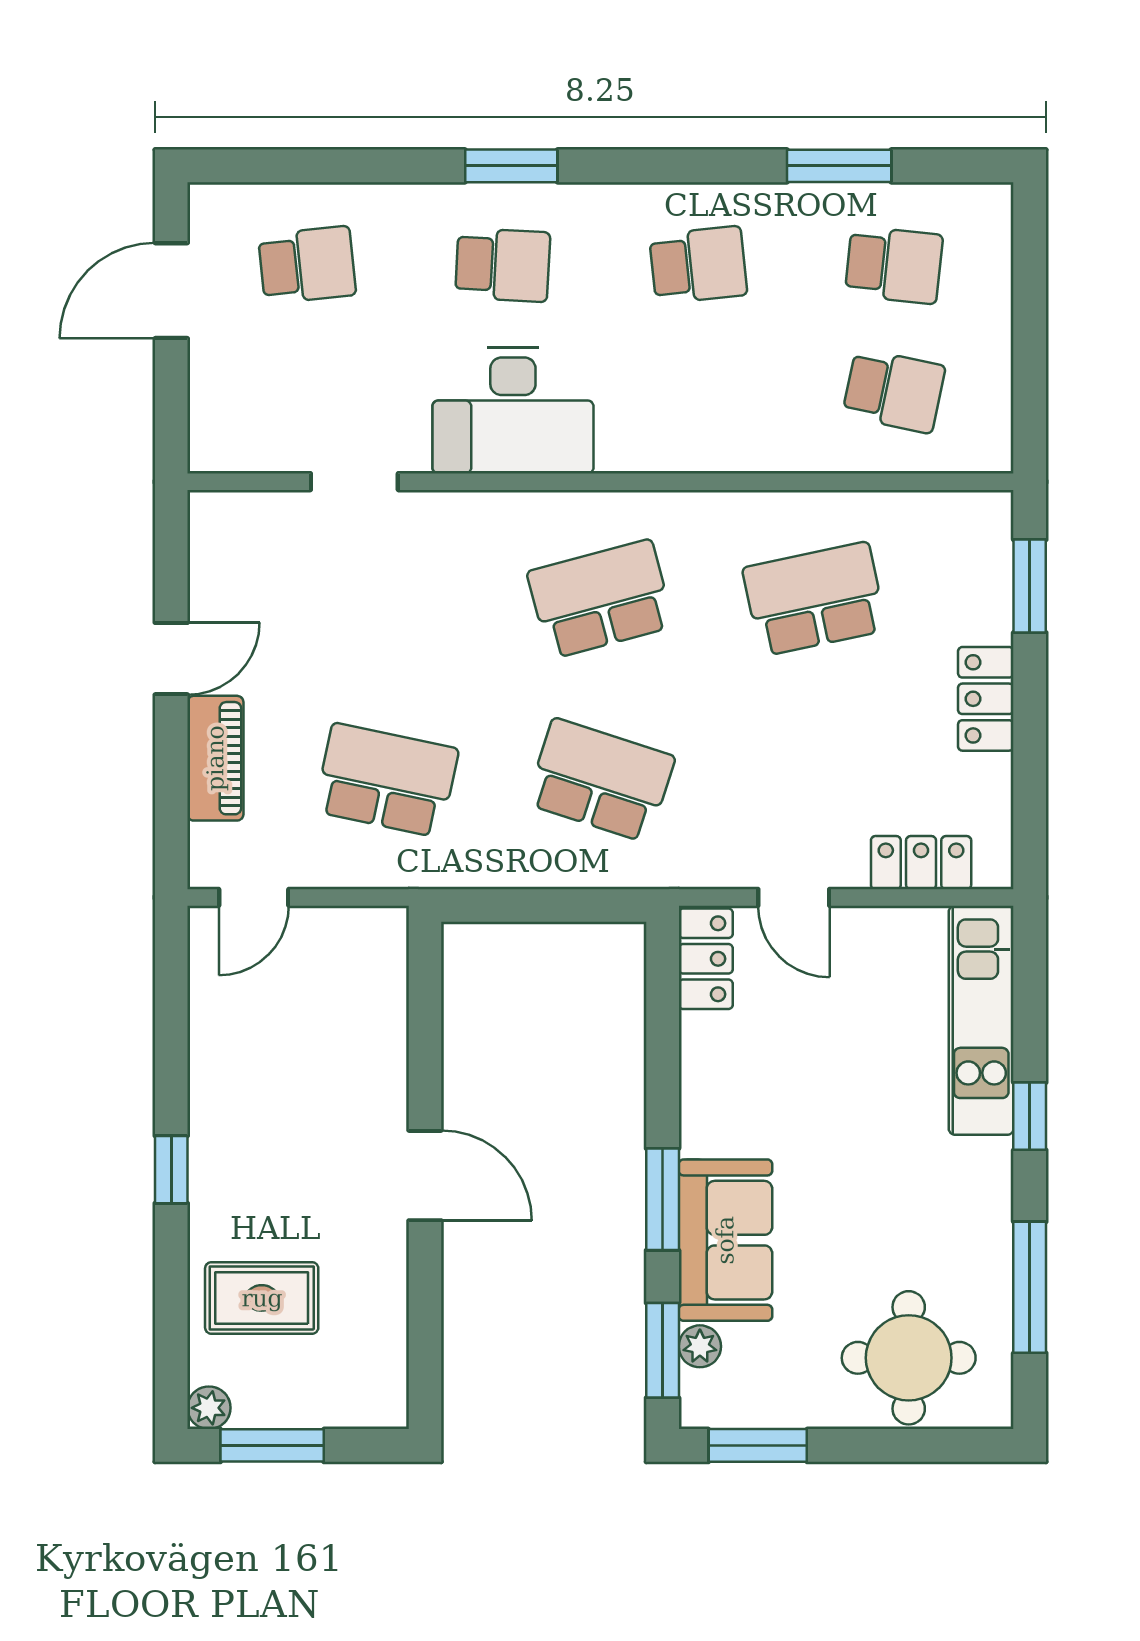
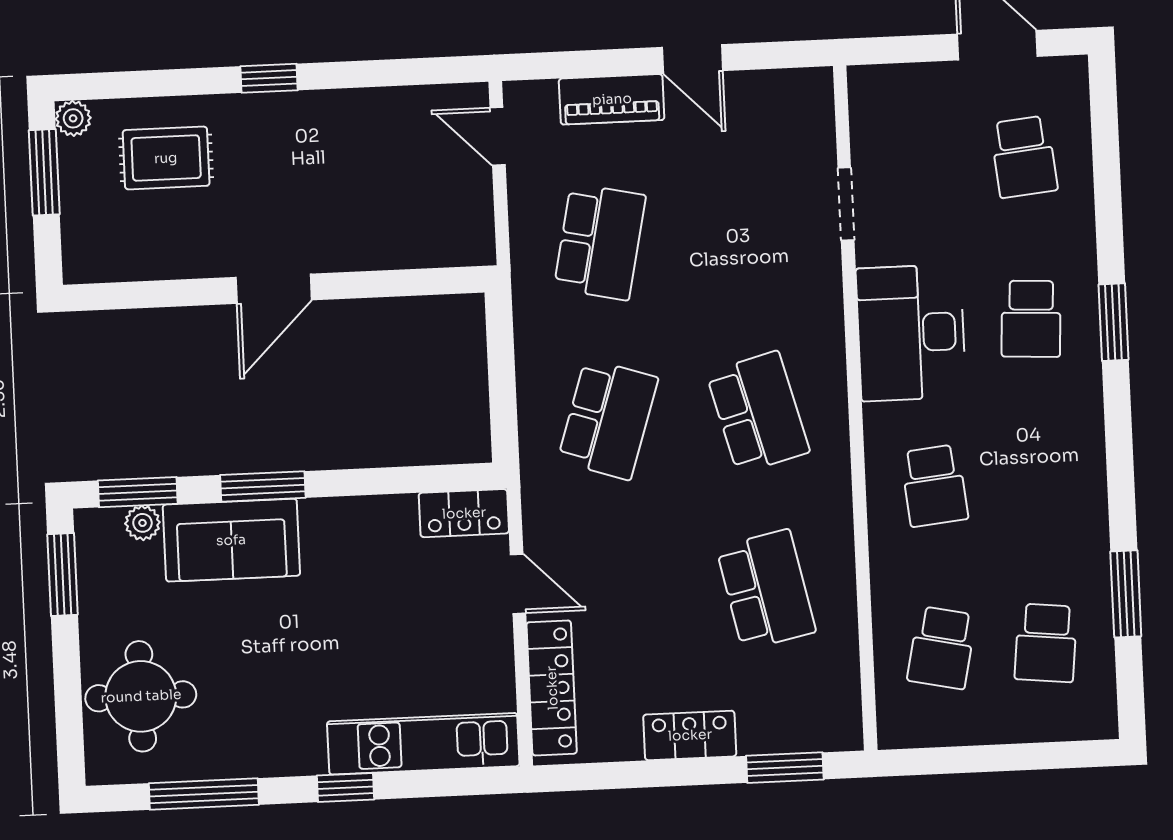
school desk: (698, 265) -> (934, 486), moved
locker: (921, 863) -> (552, 688), width x1.53
door: (794, 897) -> (518, 584), swing flipped
rug: (262, 1298) -> (166, 158), turned 90

